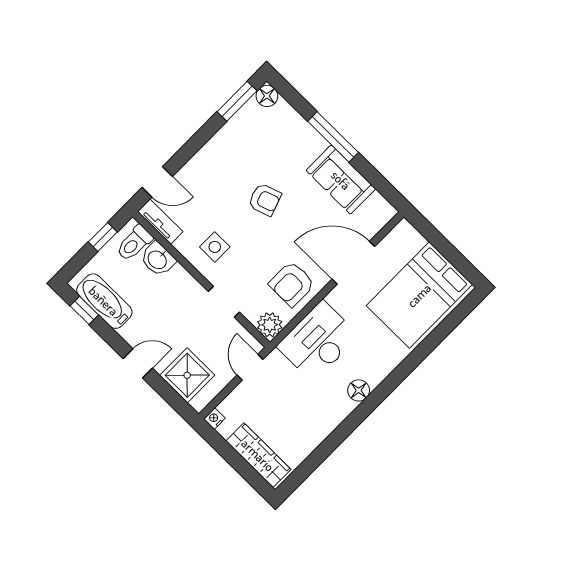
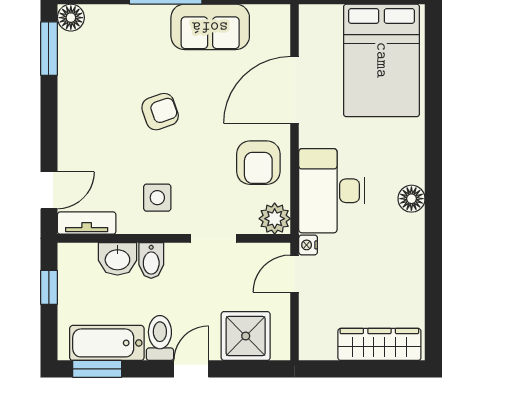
toilet: (134, 243) -> (160, 338), moved, turned 180
bidet: (176, 279) -> (151, 261), added
window: (84, 310) -> (97, 369), width x1.50
door: (250, 367) -> (295, 274), hinge flipped
nightstand: (214, 419) -> (308, 245), moved

